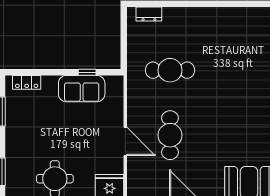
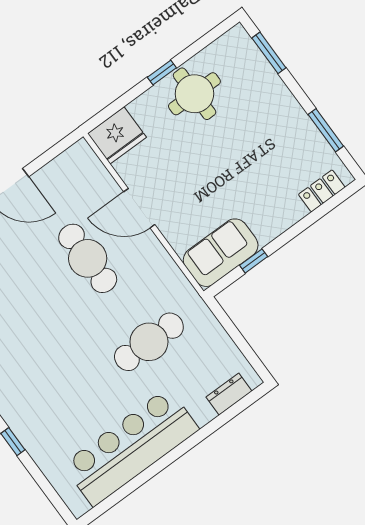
bar counter: (218, 24) -> (131, 447), added
sofa: (82, 89) -> (221, 253), moved

